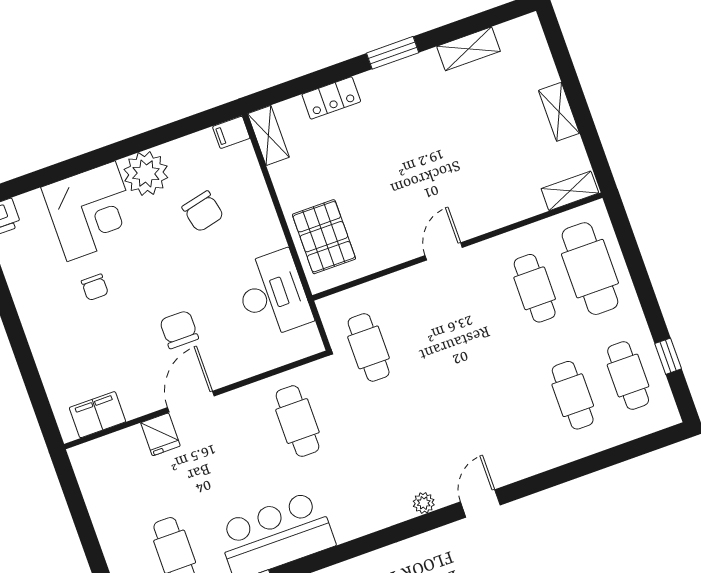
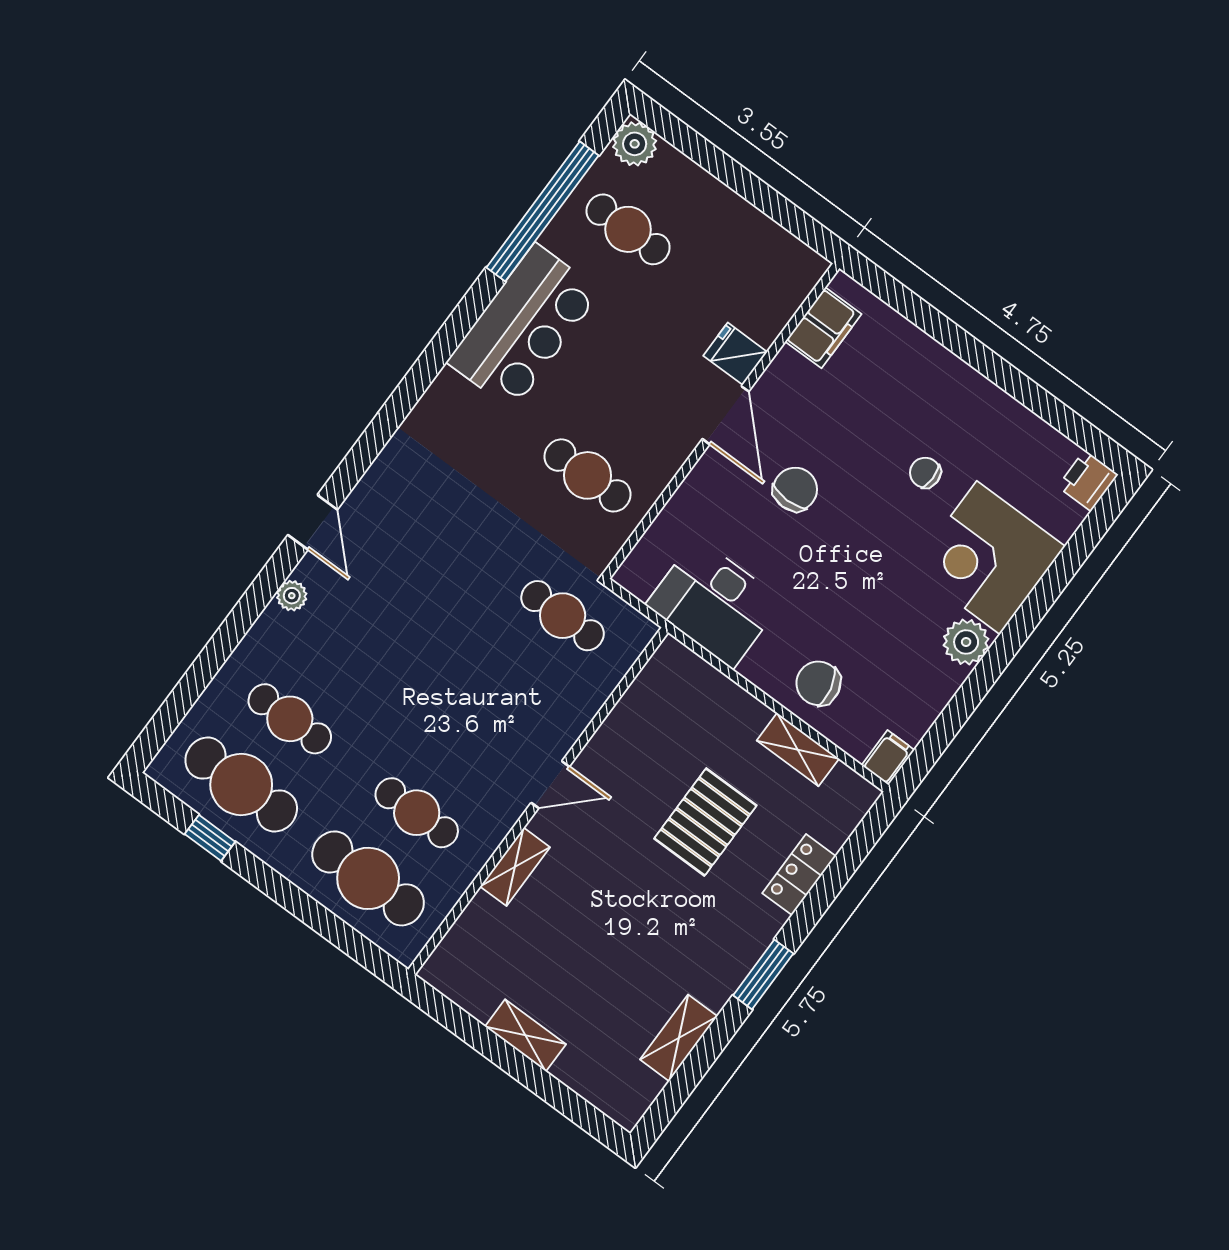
shelving: (268, 135) -> (798, 750), moved
plant: (146, 173) -> (966, 642), width x0.73, depth x0.73
shelving: (570, 191) -> (515, 867), moved
chair: (203, 212) -> (818, 683), moved
pallet: (324, 237) -> (705, 822), moved, turned 90
door: (444, 251) -> (550, 785), hinge flipped
chair: (179, 330) -> (795, 489), turned -90
cafe table: (628, 376) -> (241, 785), width x1.37, depth x1.35
plant: (424, 503) -> (292, 596), moved

